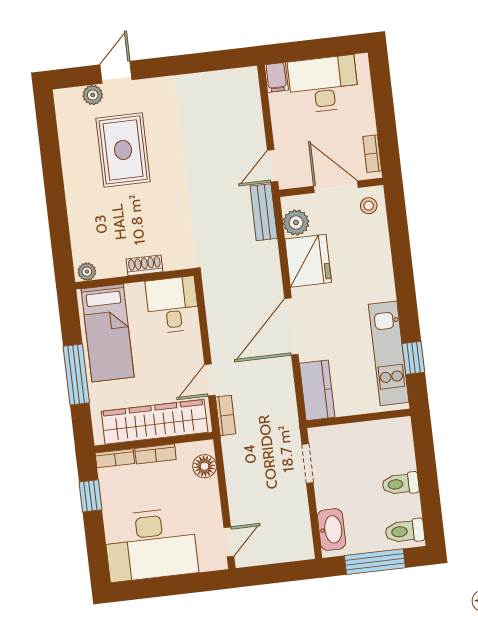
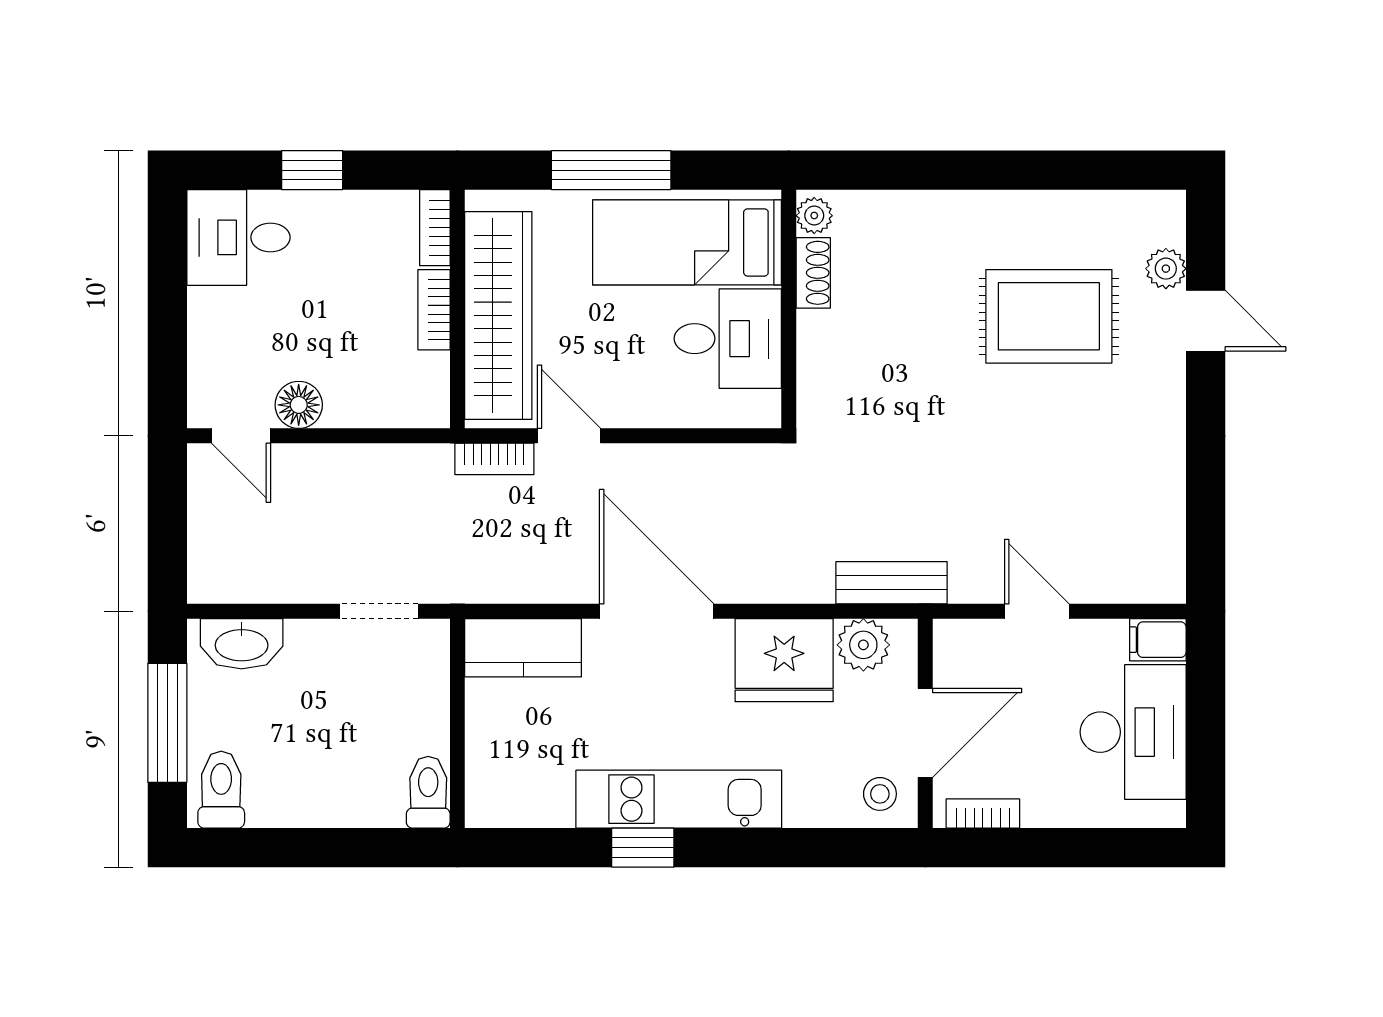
door: (273, 166) -> (1037, 611), moved
shoe rack: (145, 265) -> (813, 273), moved
desk: (172, 305) -> (728, 339), moved
kitchen unit: (389, 353) -> (679, 799), moved
window: (413, 358) -> (643, 848), moved
floor lamp: (205, 466) -> (299, 405), moved
toilet: (400, 484) -> (428, 792), moved
window: (90, 496) -> (312, 170), moved
desk: (151, 545) -> (238, 237), width x0.53, depth x0.77

